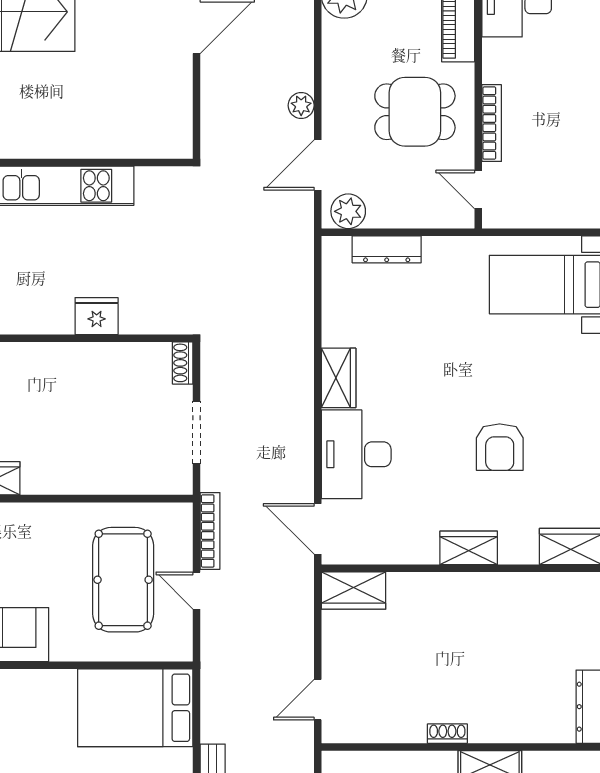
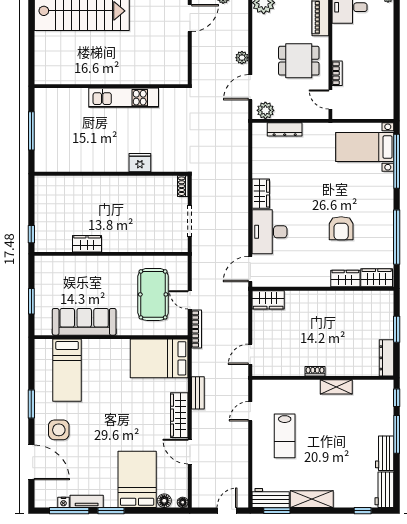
bookcase: (492, 123) -> (337, 73), width x0.64
door: (318, 529) -> (250, 269), hinge flipped
bookcase: (210, 531) -> (196, 329), moved
wardrobe: (469, 548) -> (345, 279), moved

